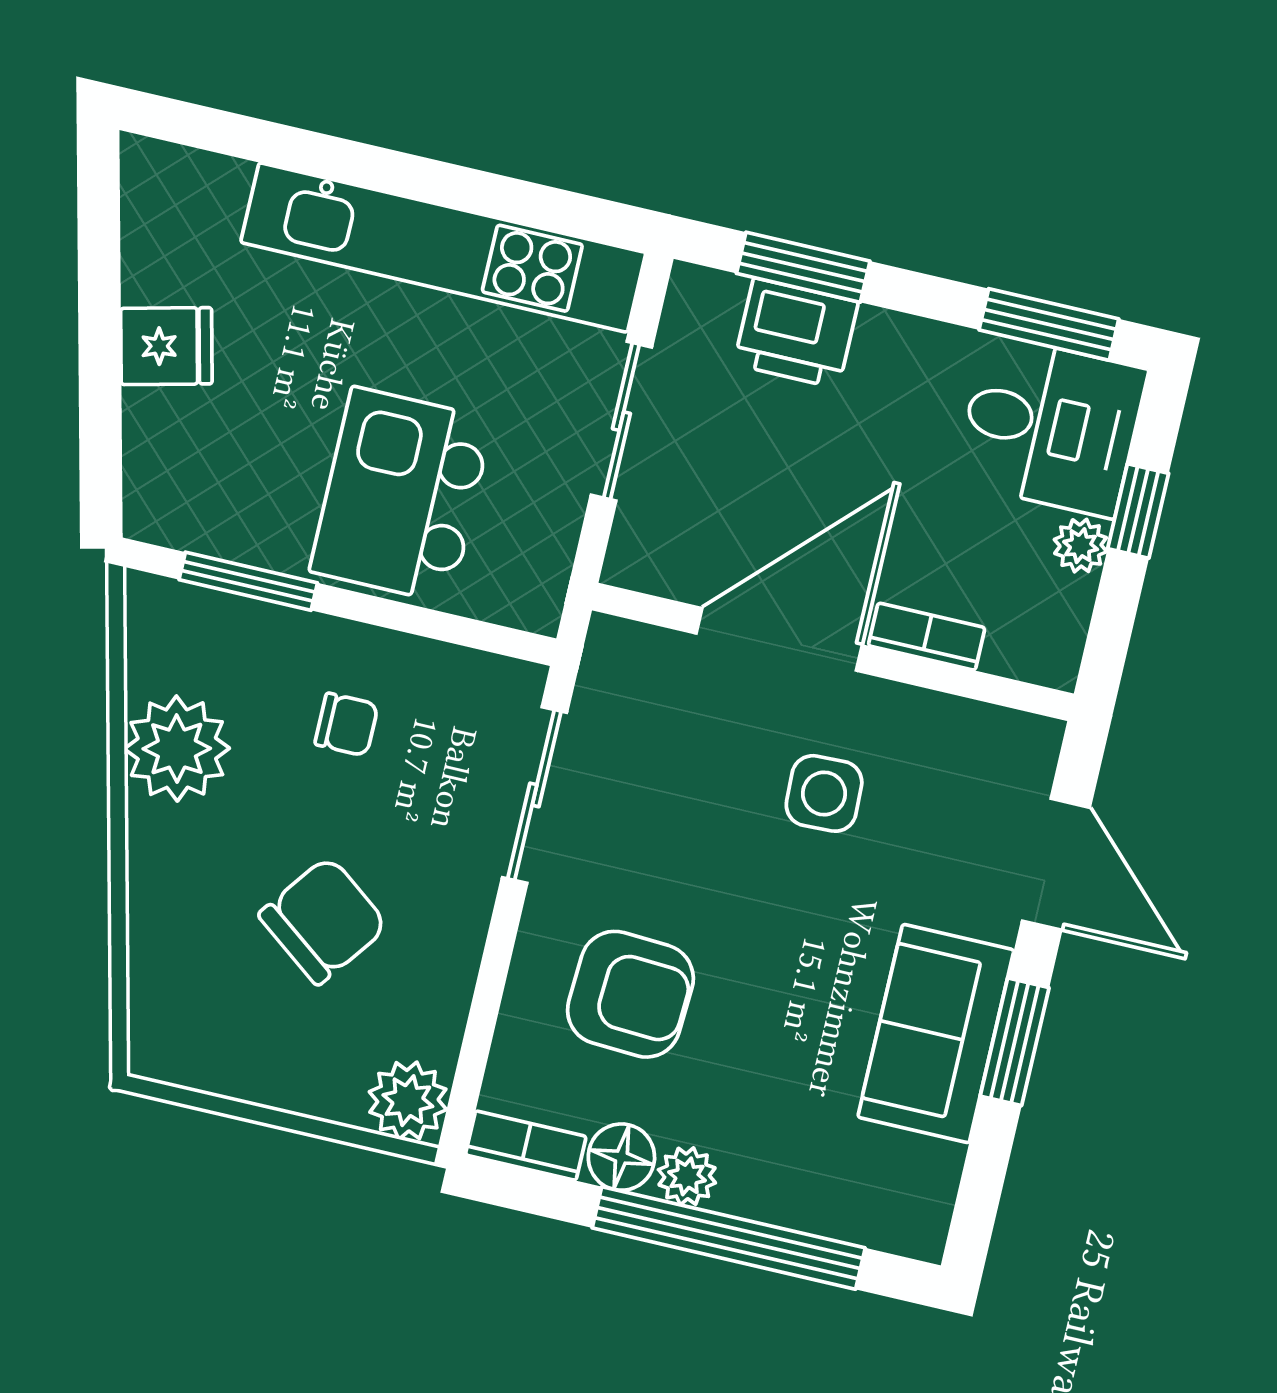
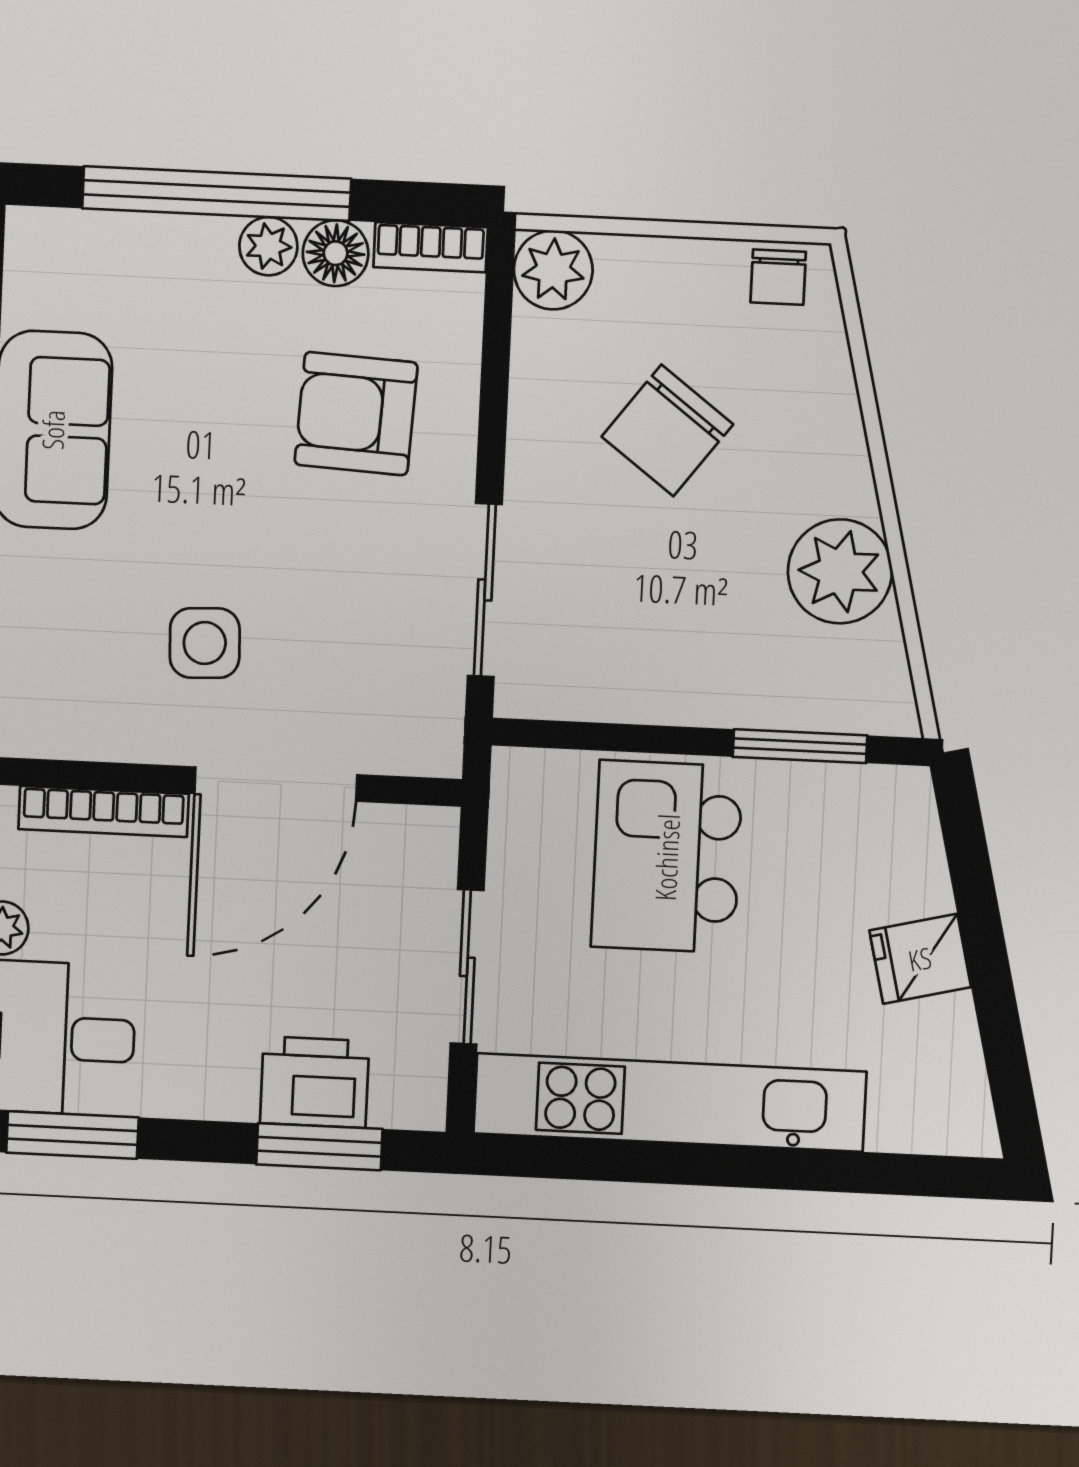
kitchen island: (401, 495) -> (667, 857), turned 180
bookcase: (927, 637) -> (104, 811), width x1.56
chair: (347, 724) -> (778, 277), moved, turned -90

